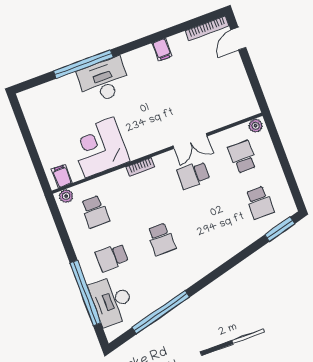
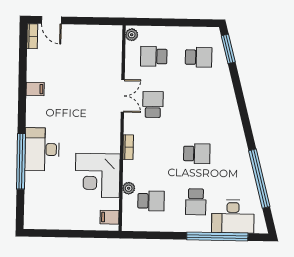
bookcase: (207, 28) -> (32, 36), width x0.64
school desk: (193, 175) -> (153, 105), turned 180
plant: (66, 196) -> (129, 188), moved

